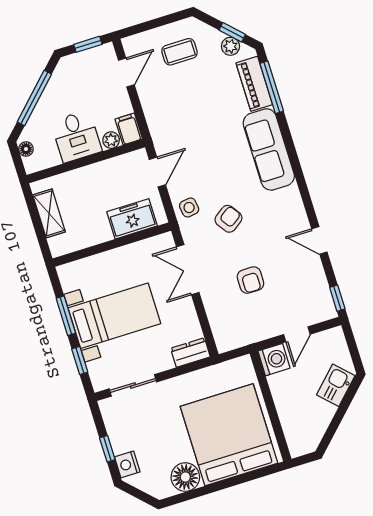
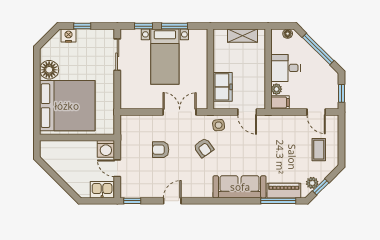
dresser: (190, 353) -> (127, 97), removed
kitchen sink: (336, 385) -> (102, 190), moved, turned -45

